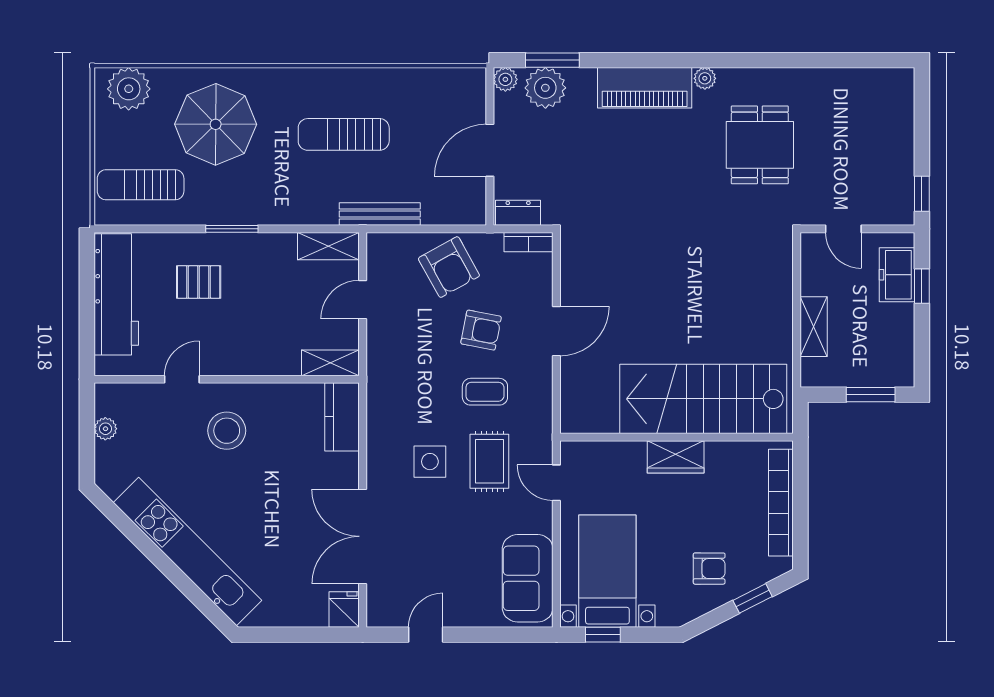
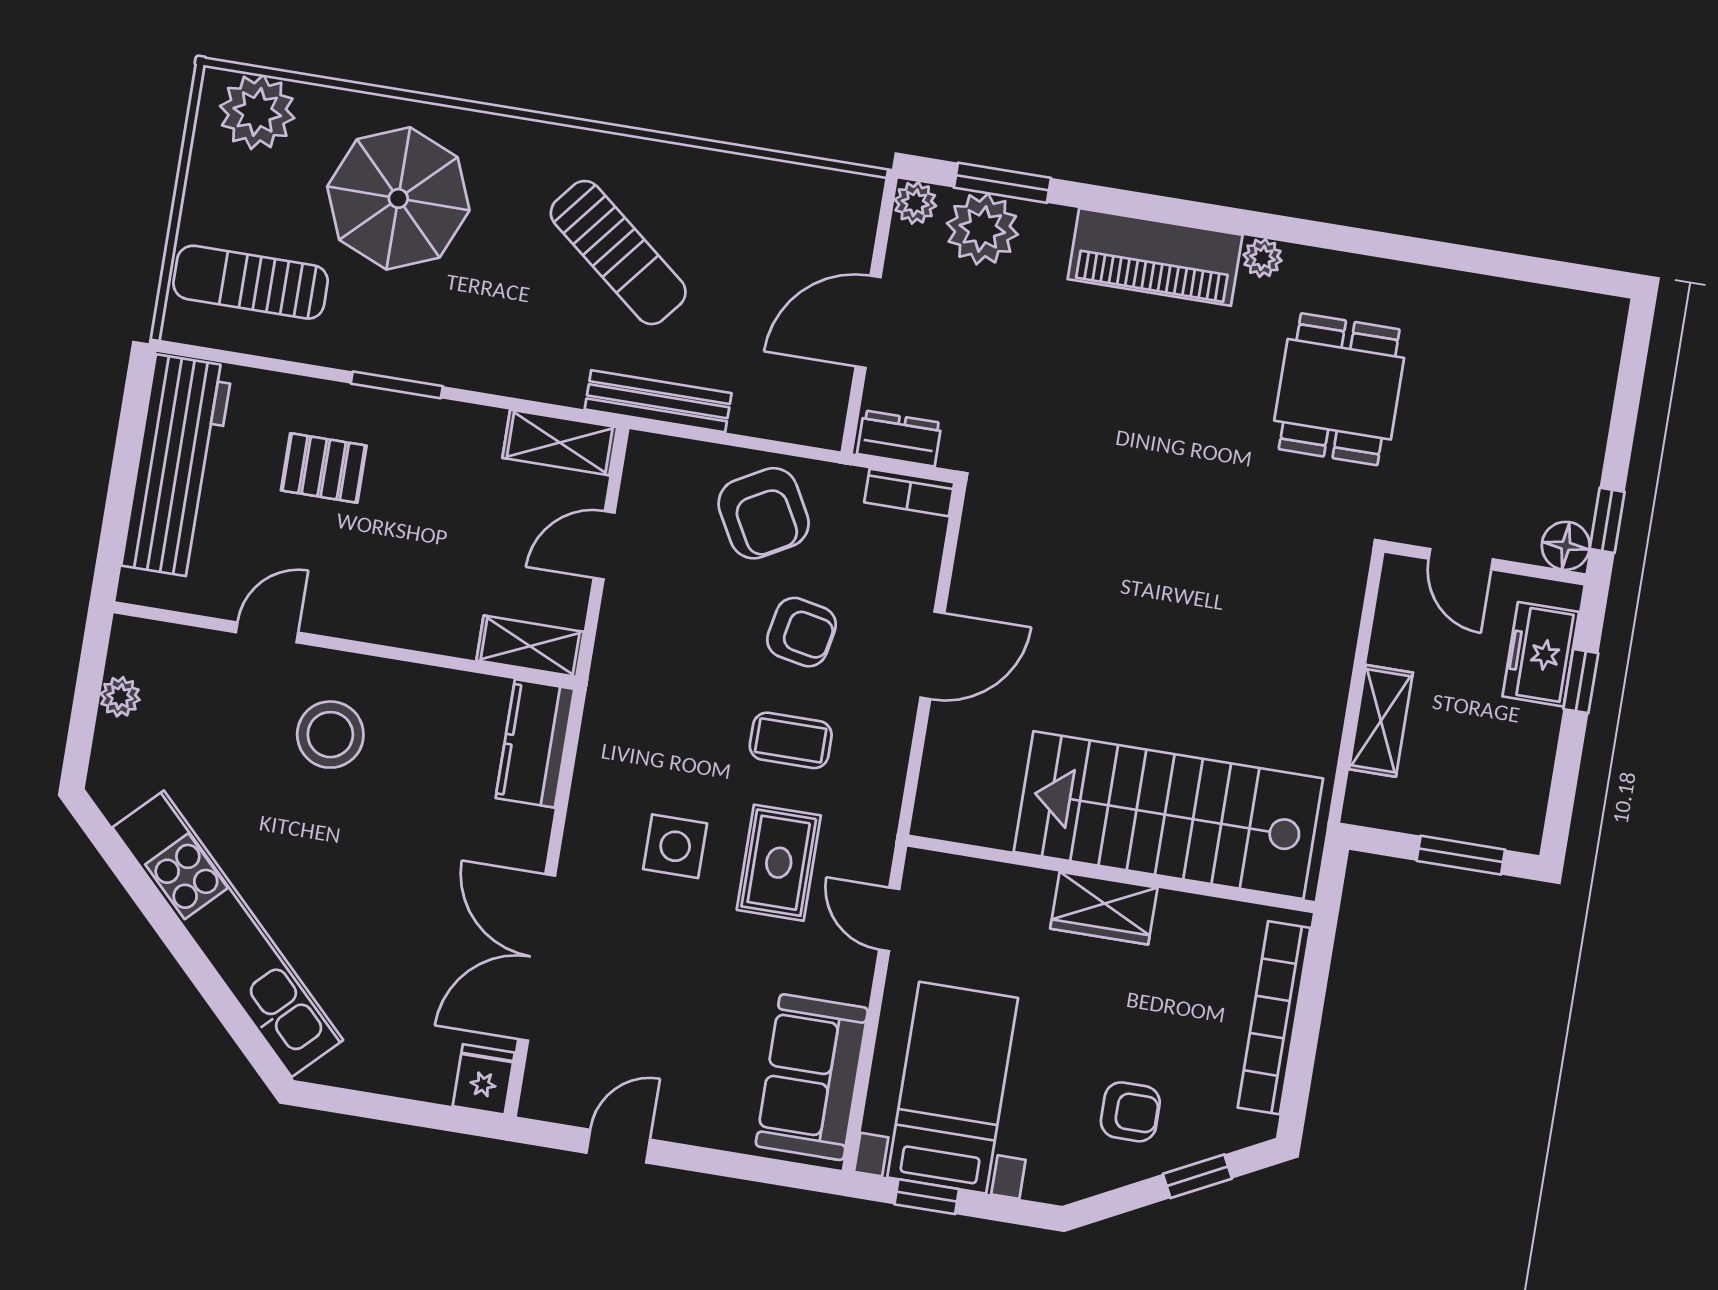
sun lounger: (344, 134) -> (618, 253), turned -141
floor lamp: (901, 212) -> (1566, 546), added

